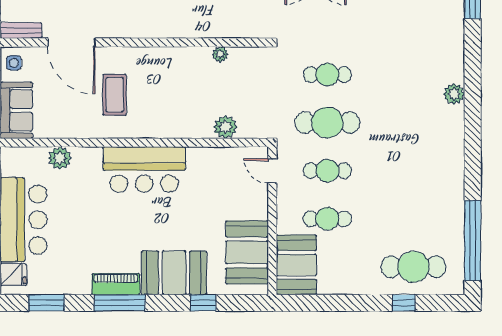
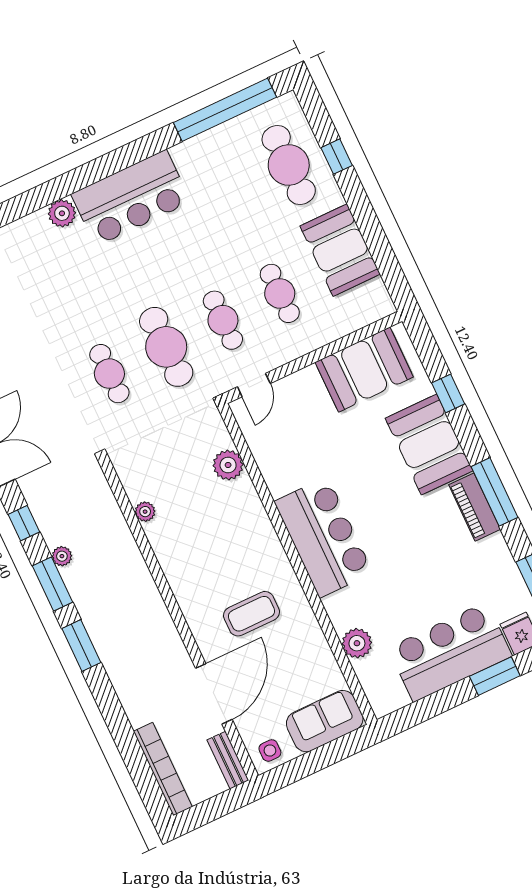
bar counter: (442, 147) -> (131, 198), added
booth: (296, 265) -> (340, 250), moved, turned 90

